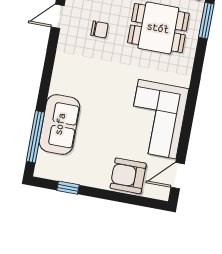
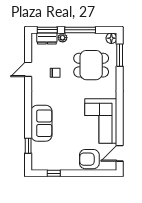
sofa: (60, 124) -> (41, 123), moved
window: (35, 137) -> (28, 146), width x0.46

